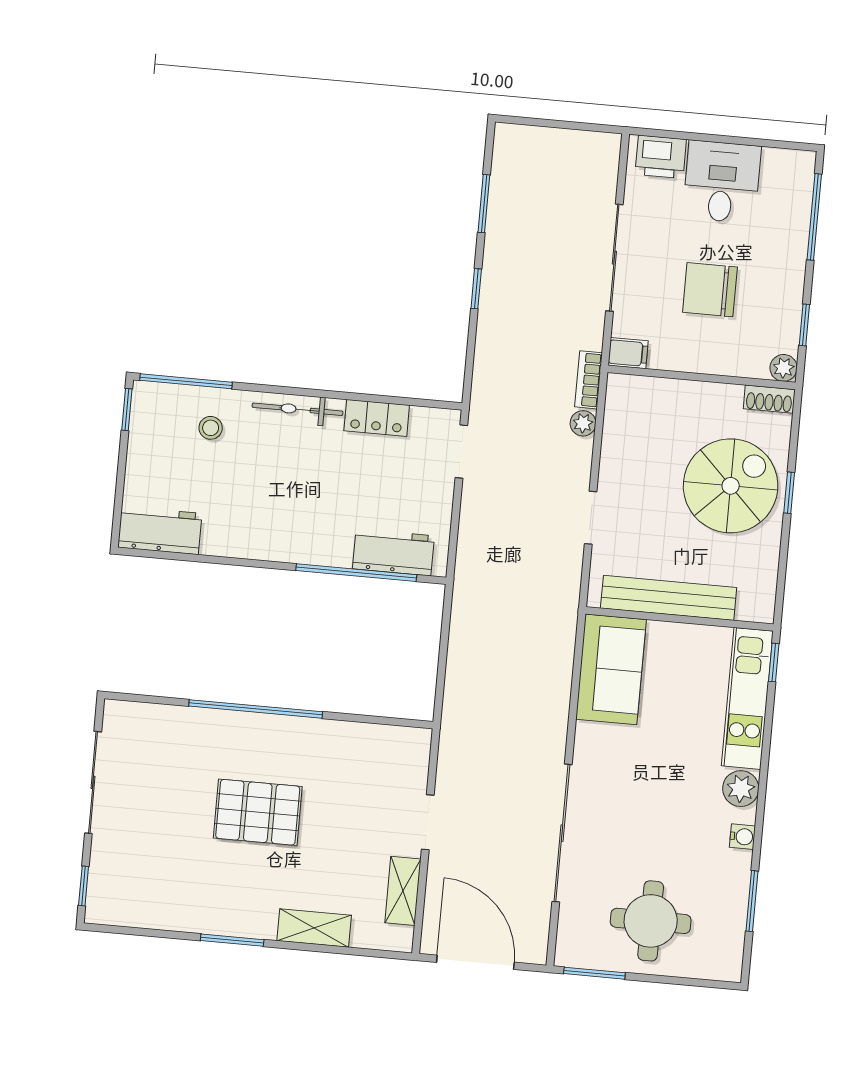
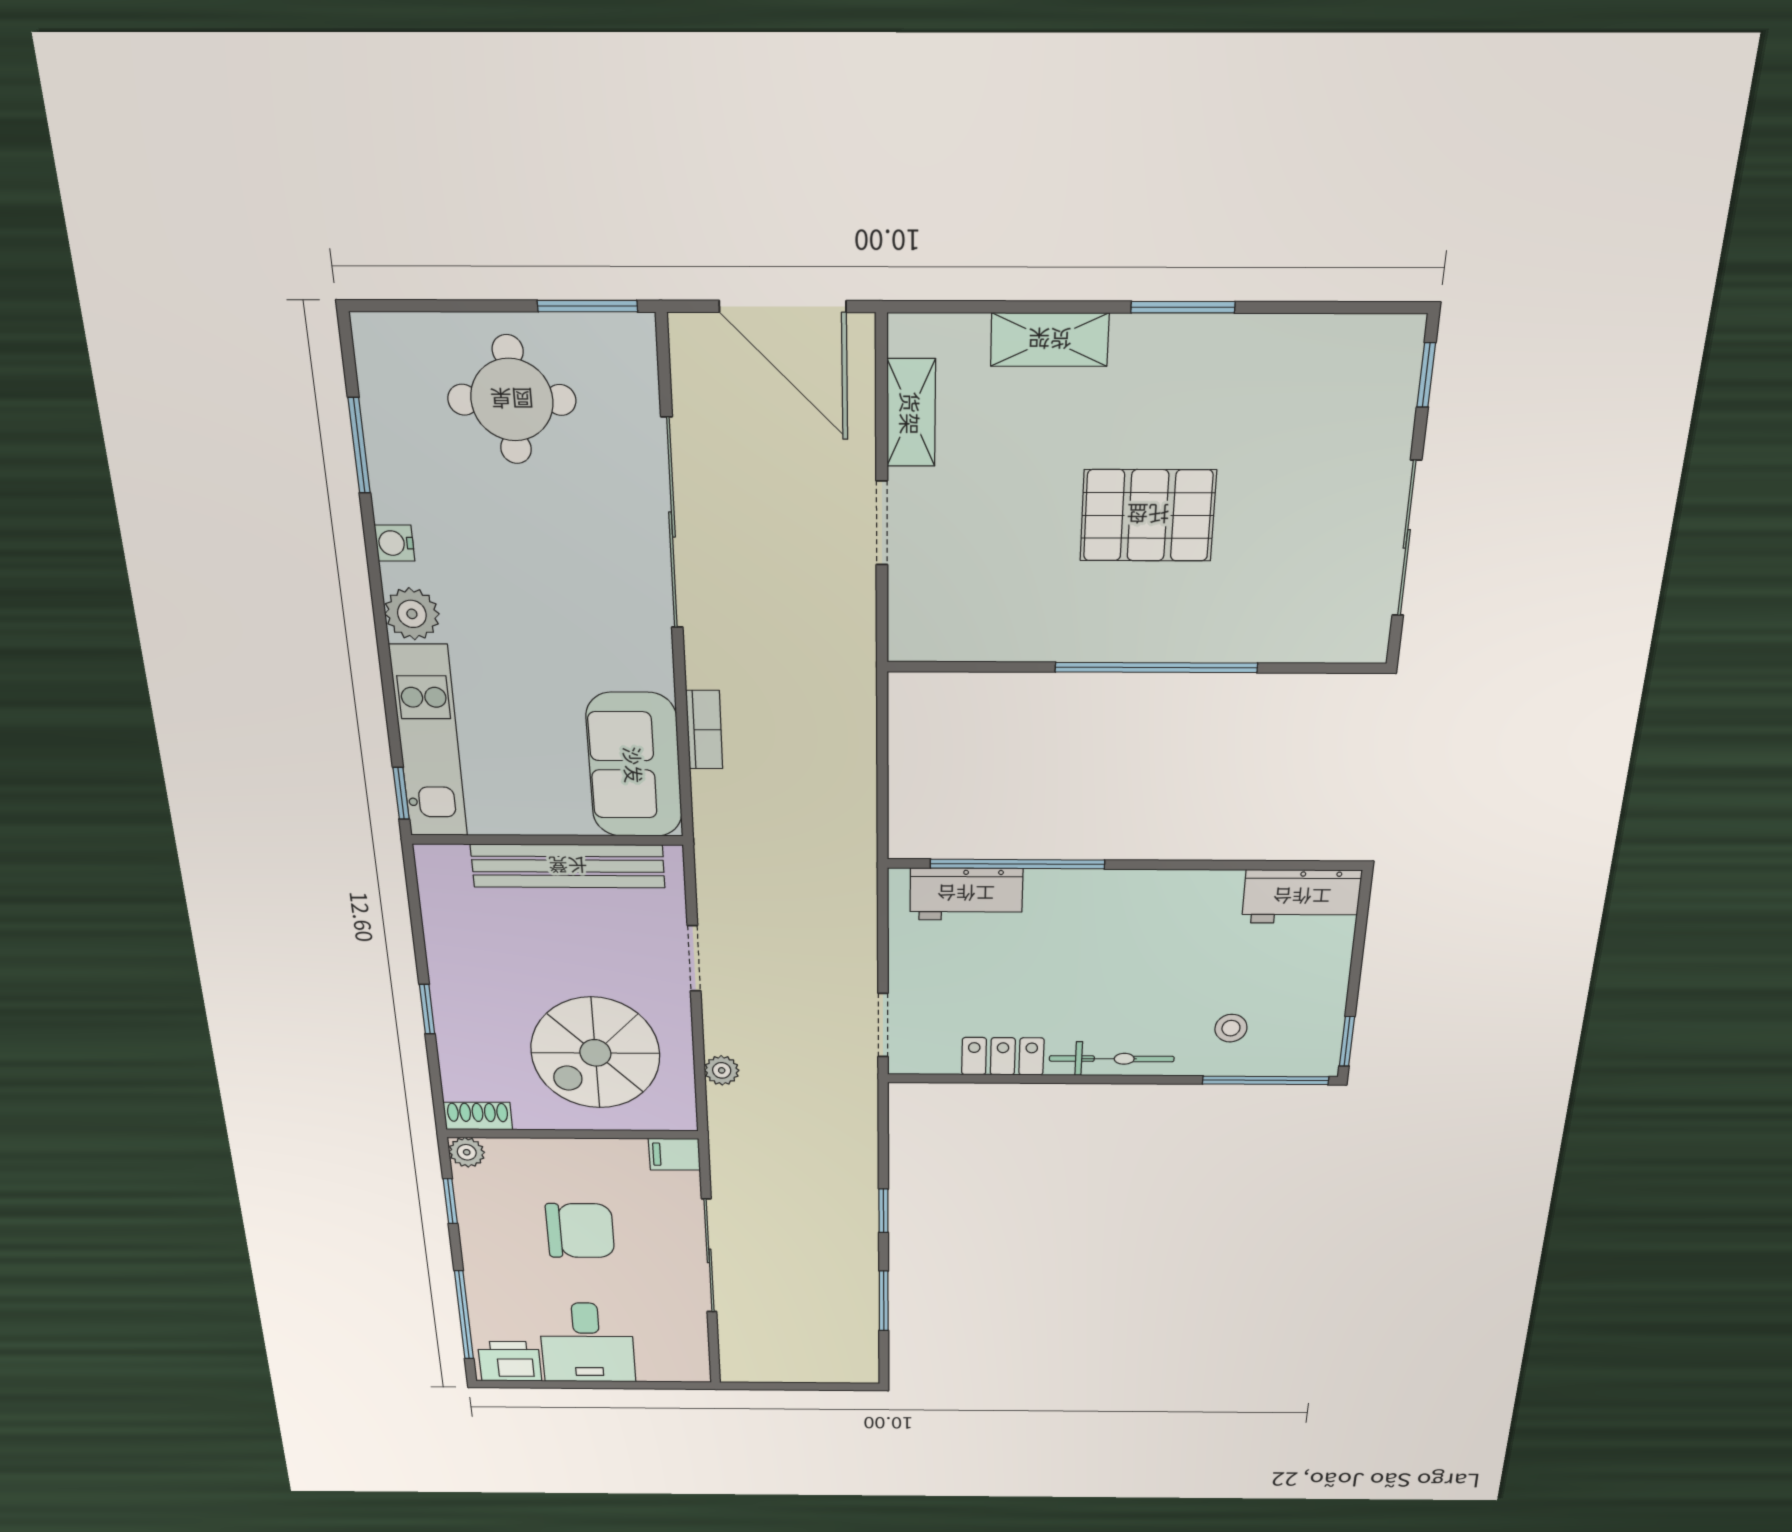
printer: (661, 157) -> (510, 1361), moved
bookcase: (588, 380) -> (704, 730), moved
spiral stairs: (731, 486) -> (595, 1053), moved

